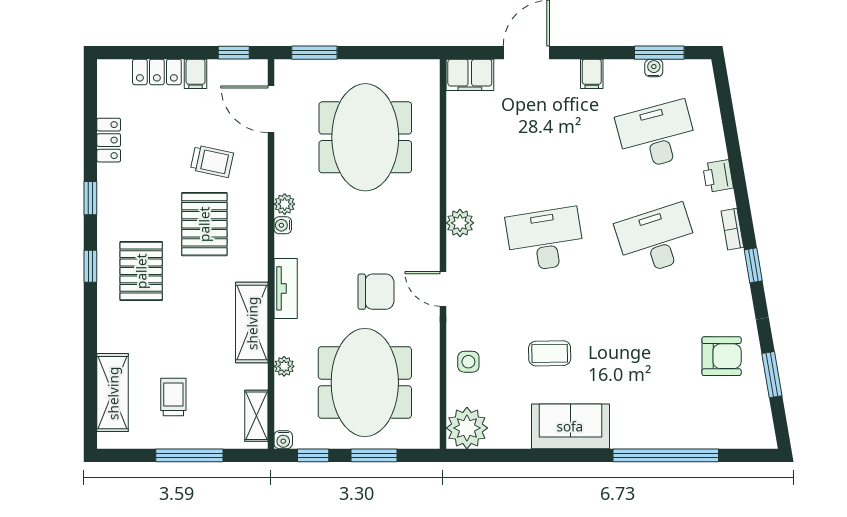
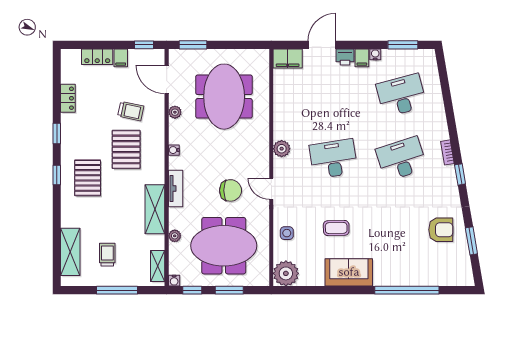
water cooler: (654, 68) -> (375, 54), moved
printer: (718, 176) -> (345, 57), moved, turned -80
plant: (285, 204) -> (175, 112), moved
meeting table: (365, 382) -> (224, 246), turned 90

